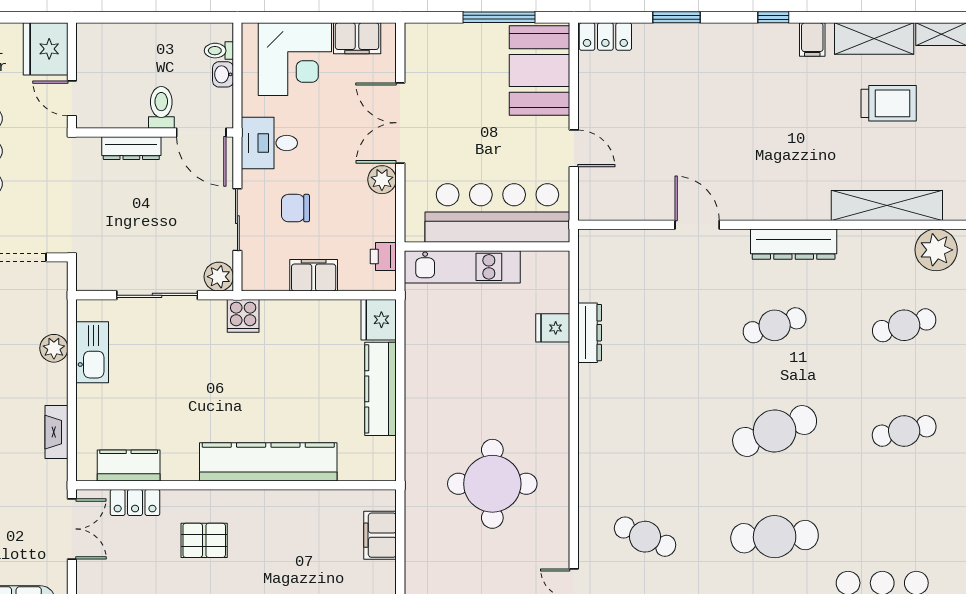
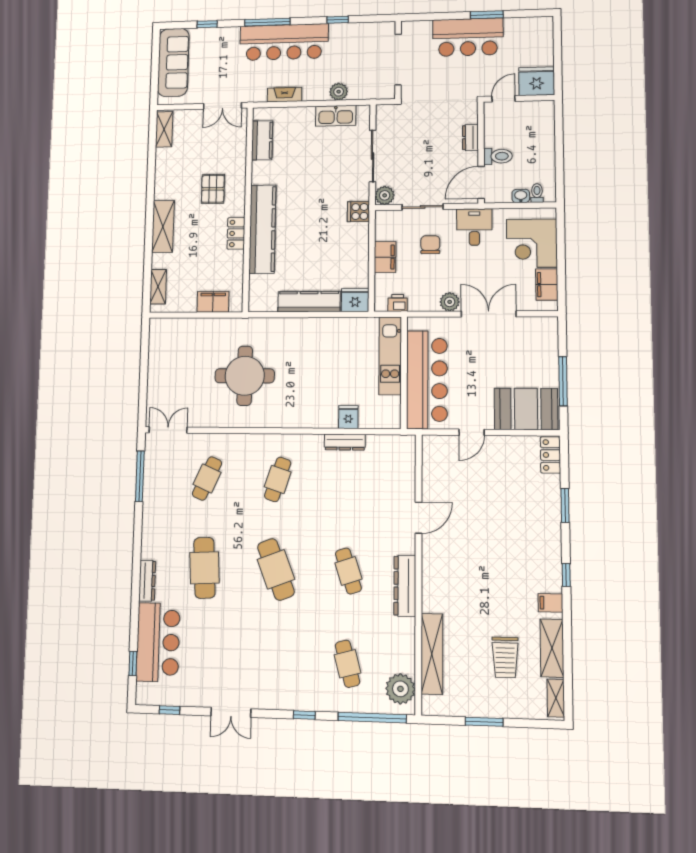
dresser: (131, 148) -> (470, 138), width x0.70
cafe table: (904, 431) -> (278, 479), moved, turned 30
locker: (135, 502) -> (236, 233), moved

